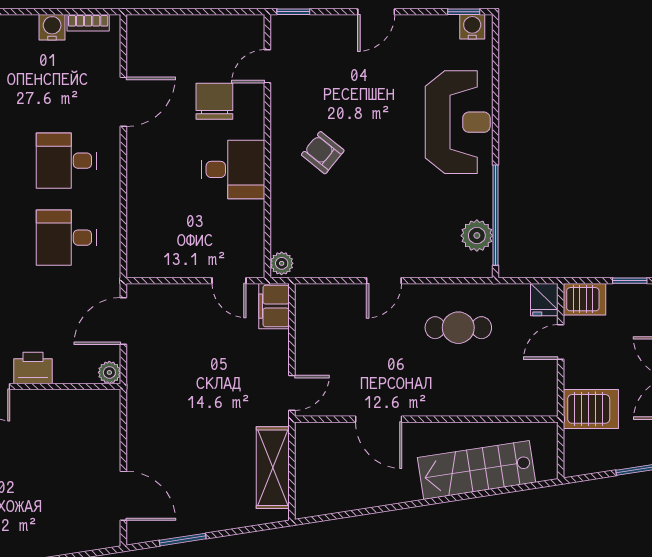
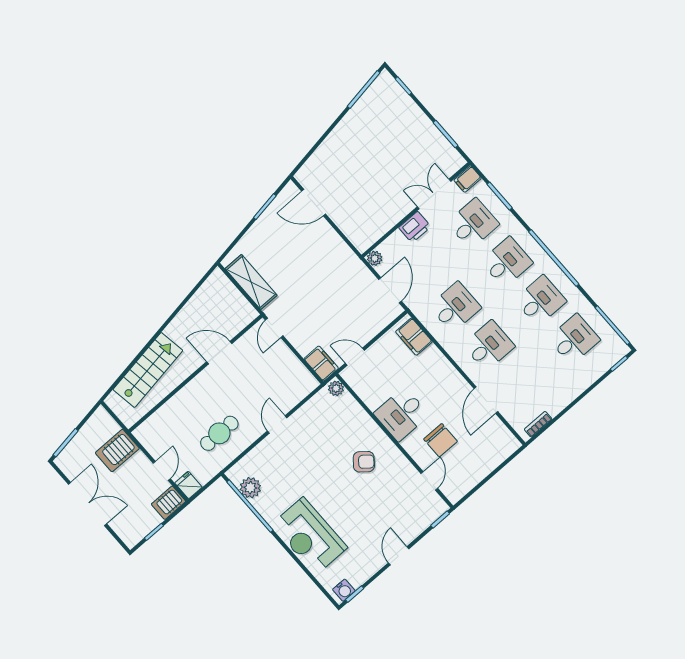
water cooler: (52, 27) -> (554, 406), removed
filing cabinet: (142, 245) -> (414, 337), added

